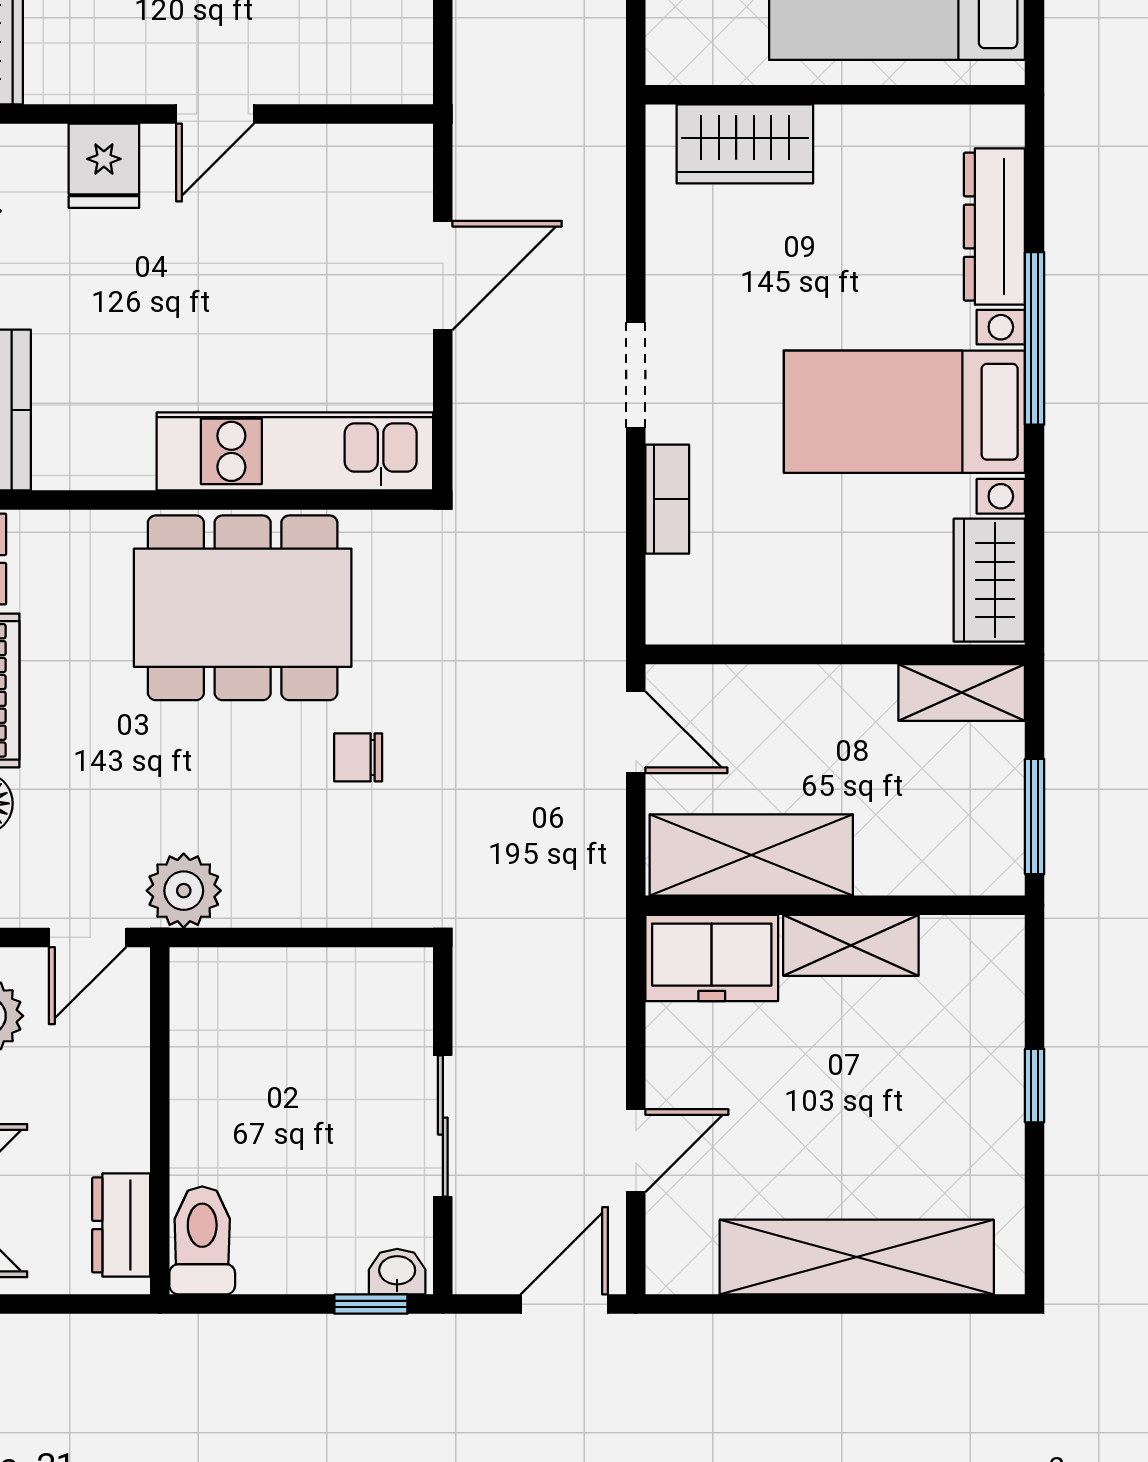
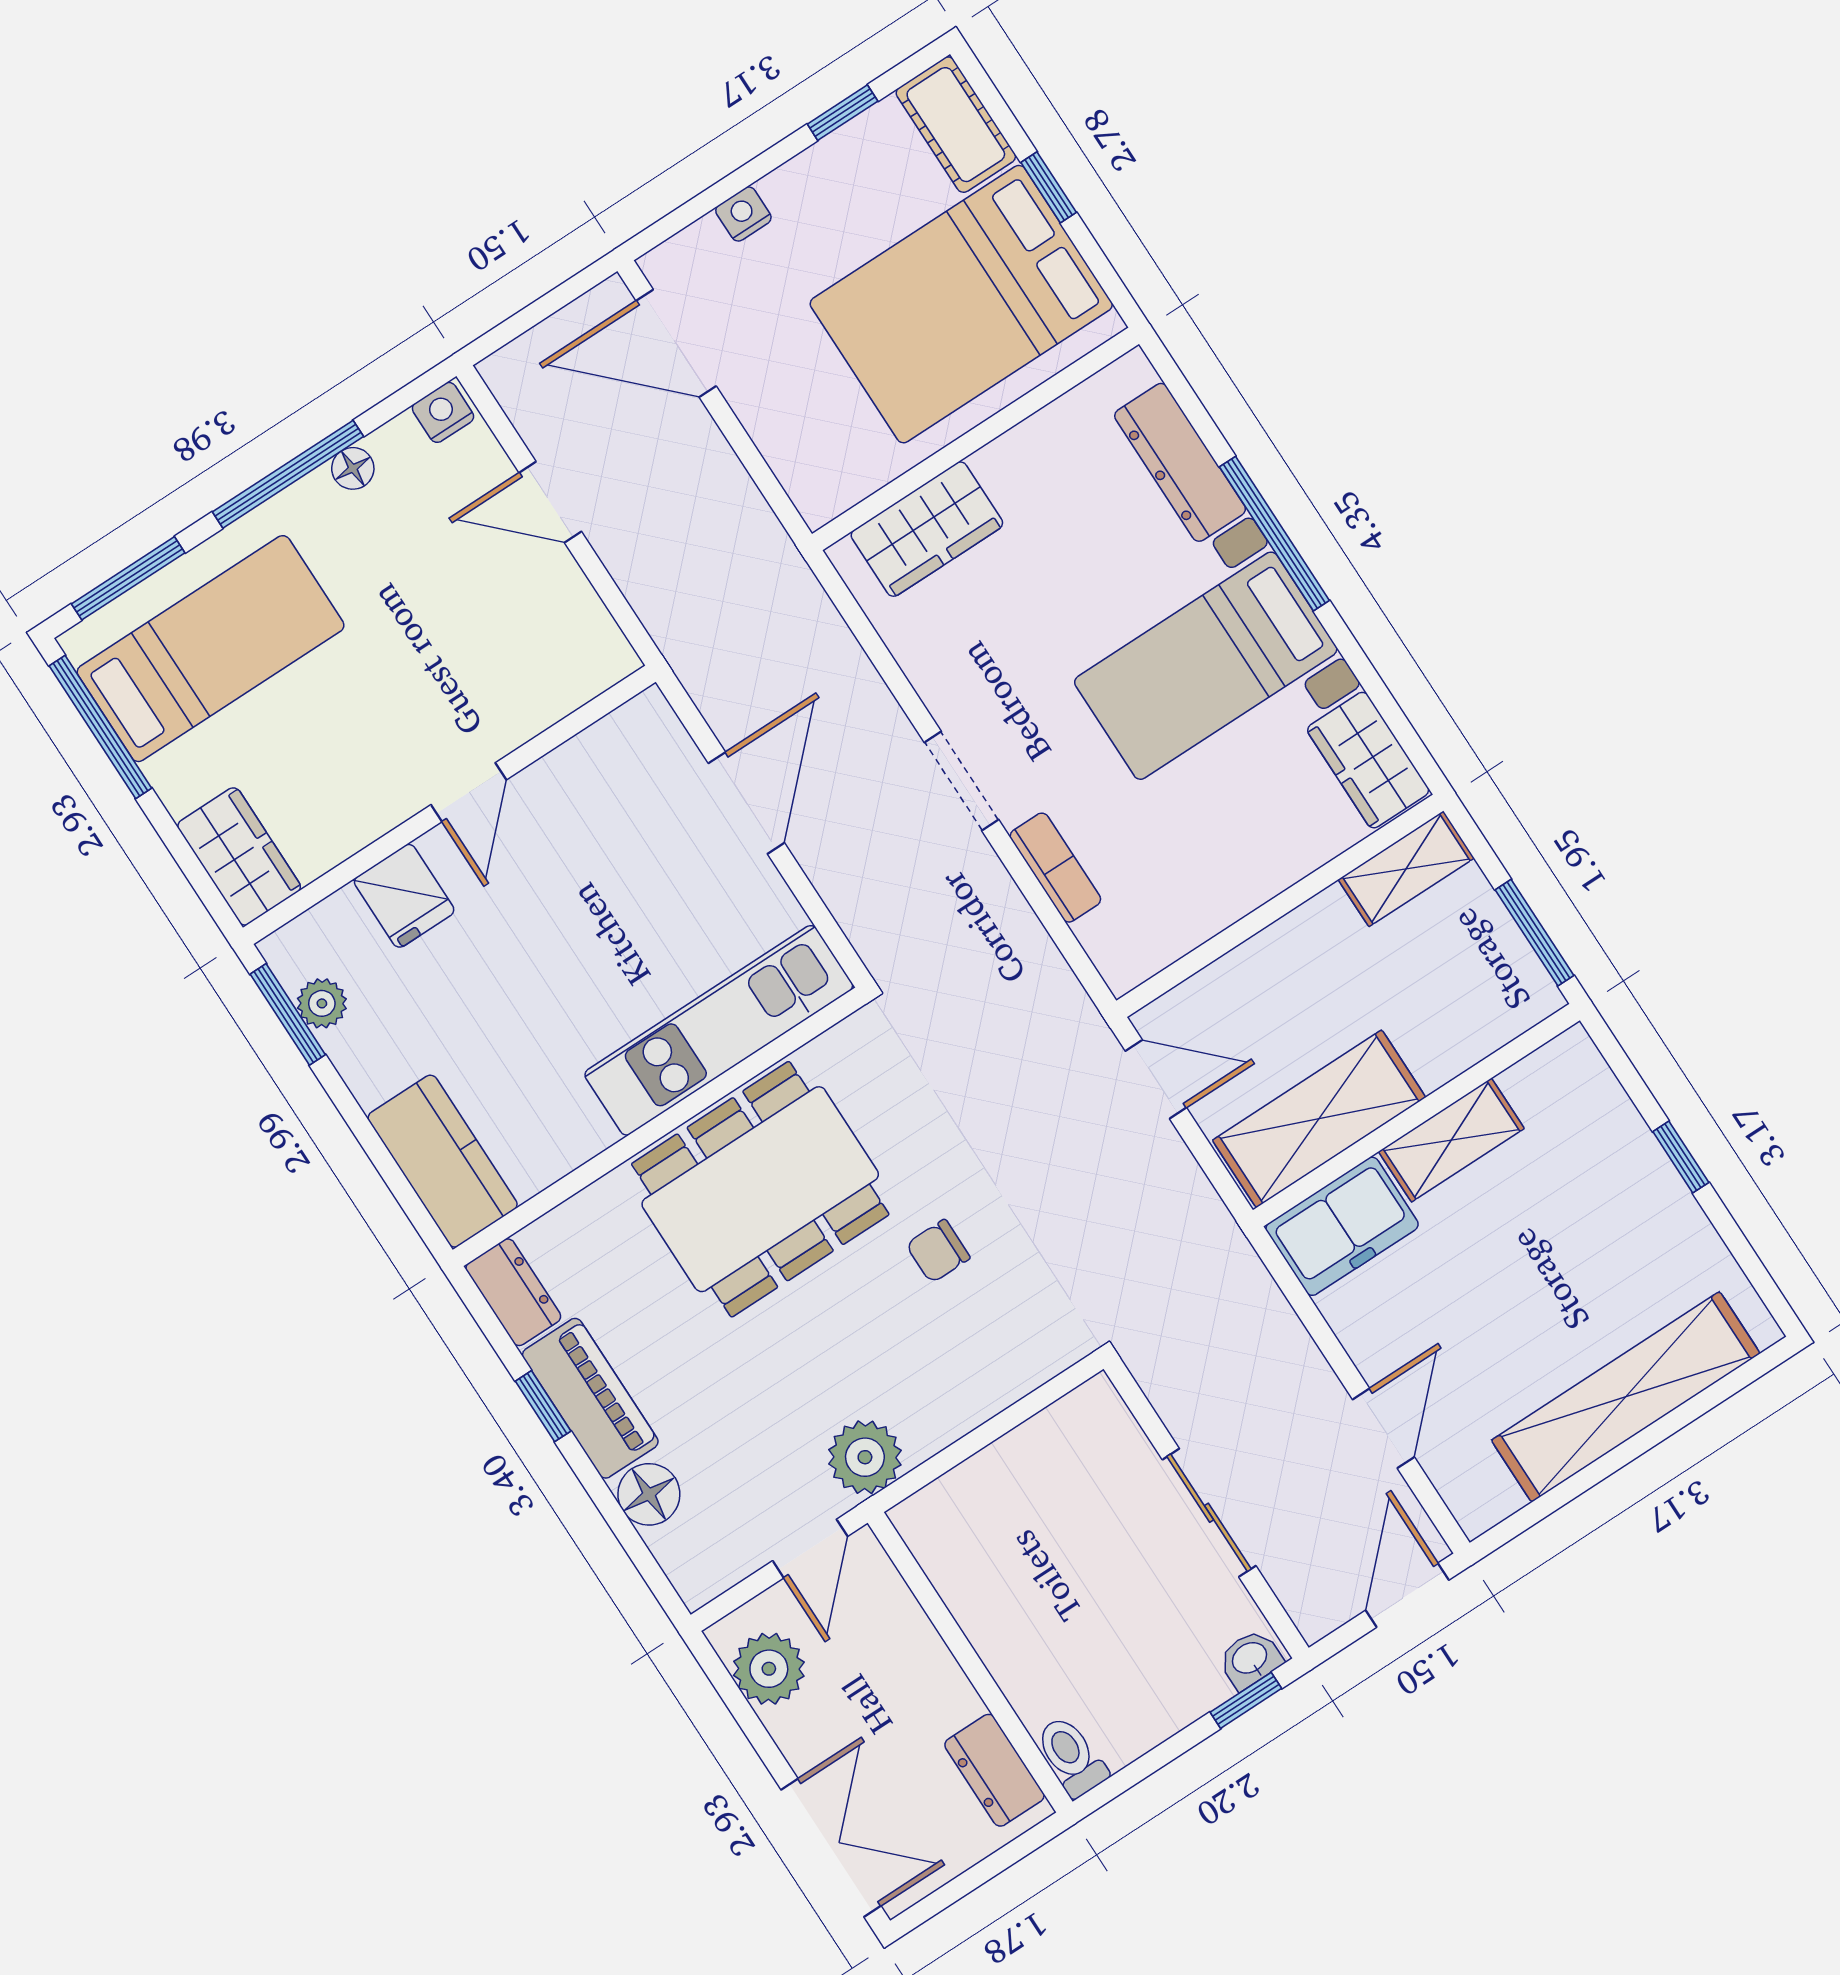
toilet: (202, 1240) -> (1071, 1756), width x0.73, depth x0.72

